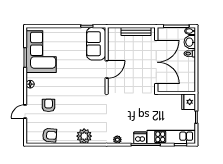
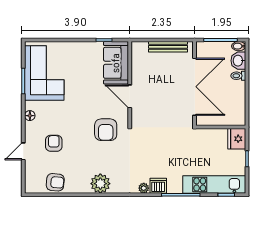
door: (107, 69) -> (130, 96), swing flipped
armchair: (88, 95) -> (106, 130), added
dishwasher: (140, 138) -> (158, 186), moved

